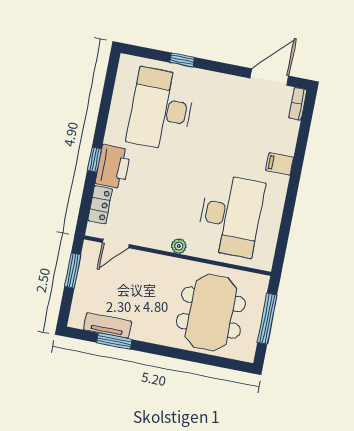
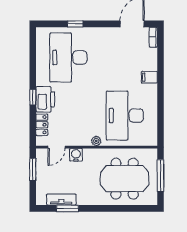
desk: (231, 216) -> (125, 116), turned 180
water cooler: (143, 261) -> (76, 155), added
meeting table: (211, 313) -> (125, 179), turned 90

